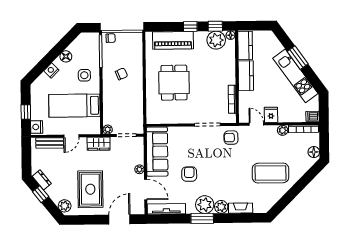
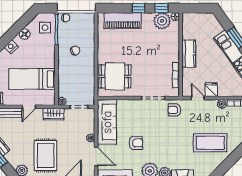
kitchen counter: (245, 46) -> (188, 26), removed
side table: (84, 75) -> (45, 28), moved
dining table: (174, 83) -> (115, 76), moved, turned 90
armchair: (189, 174) -> (136, 143), turned 90

